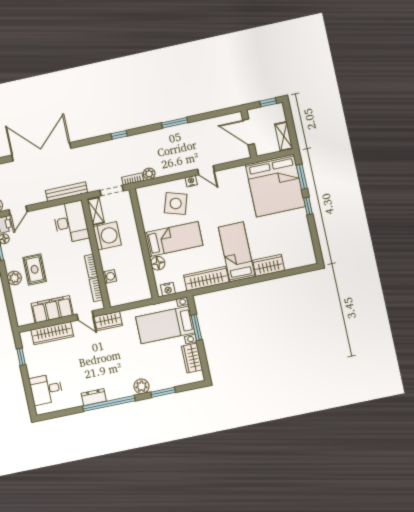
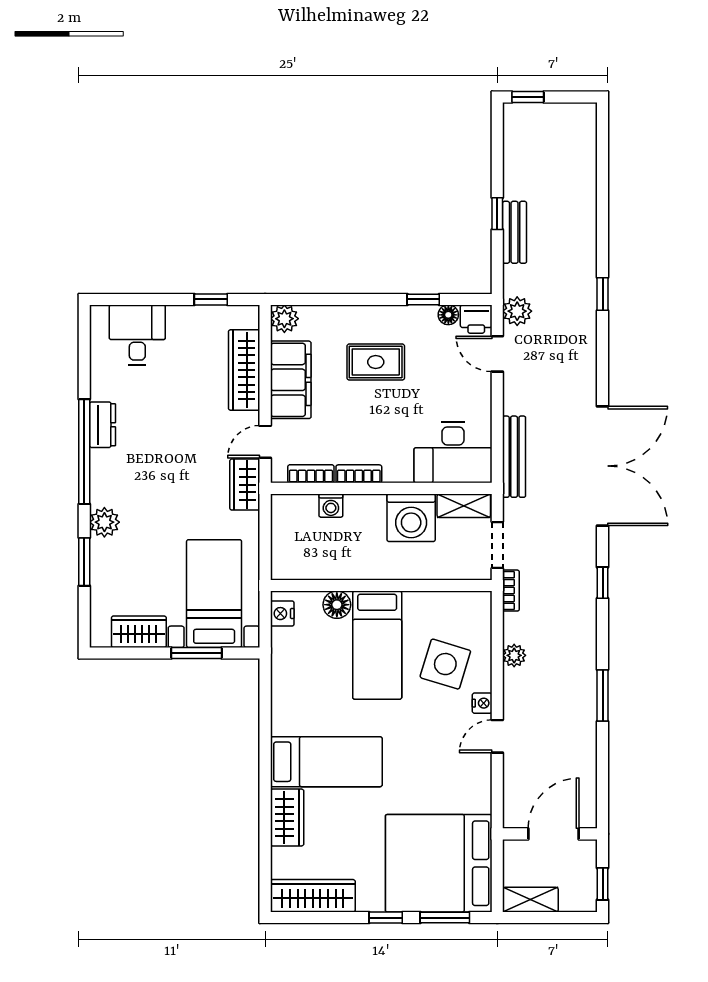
double door: (41, 152) -> (603, 466), moved
plant: (149, 174) -> (514, 655), moved
plant: (14, 278) -> (284, 319), moved
wardrobe: (206, 279) -> (313, 896), moved, turned -90

